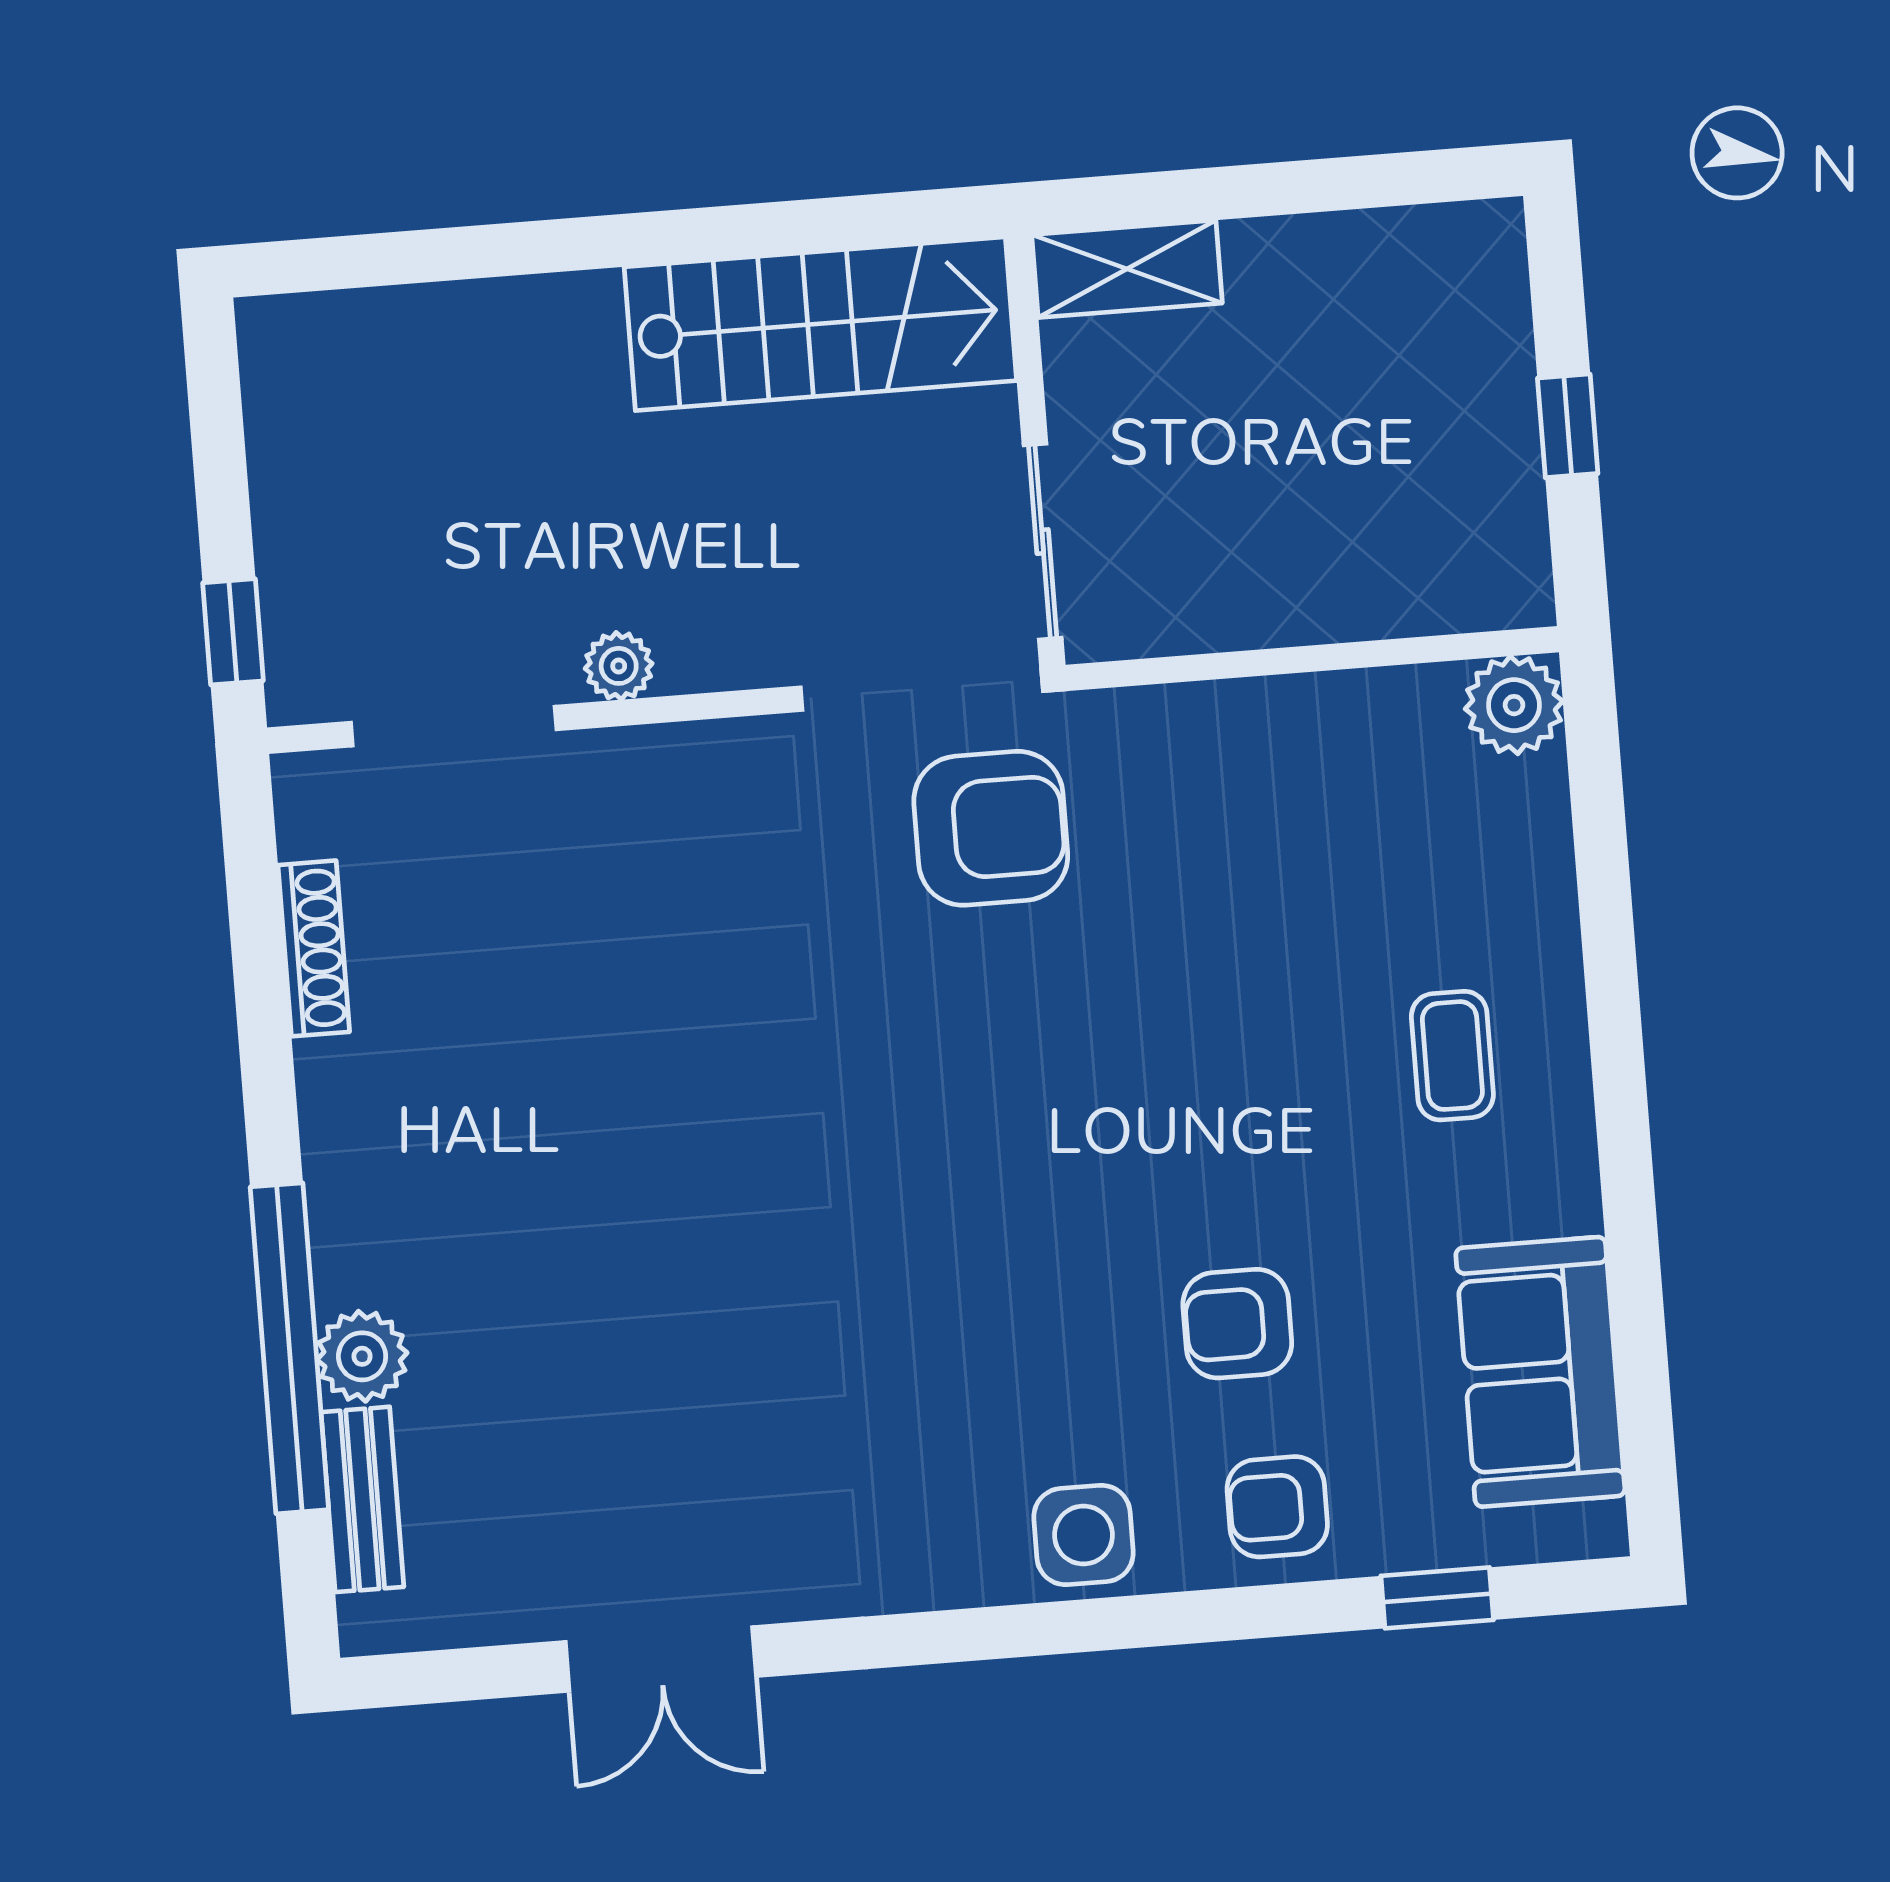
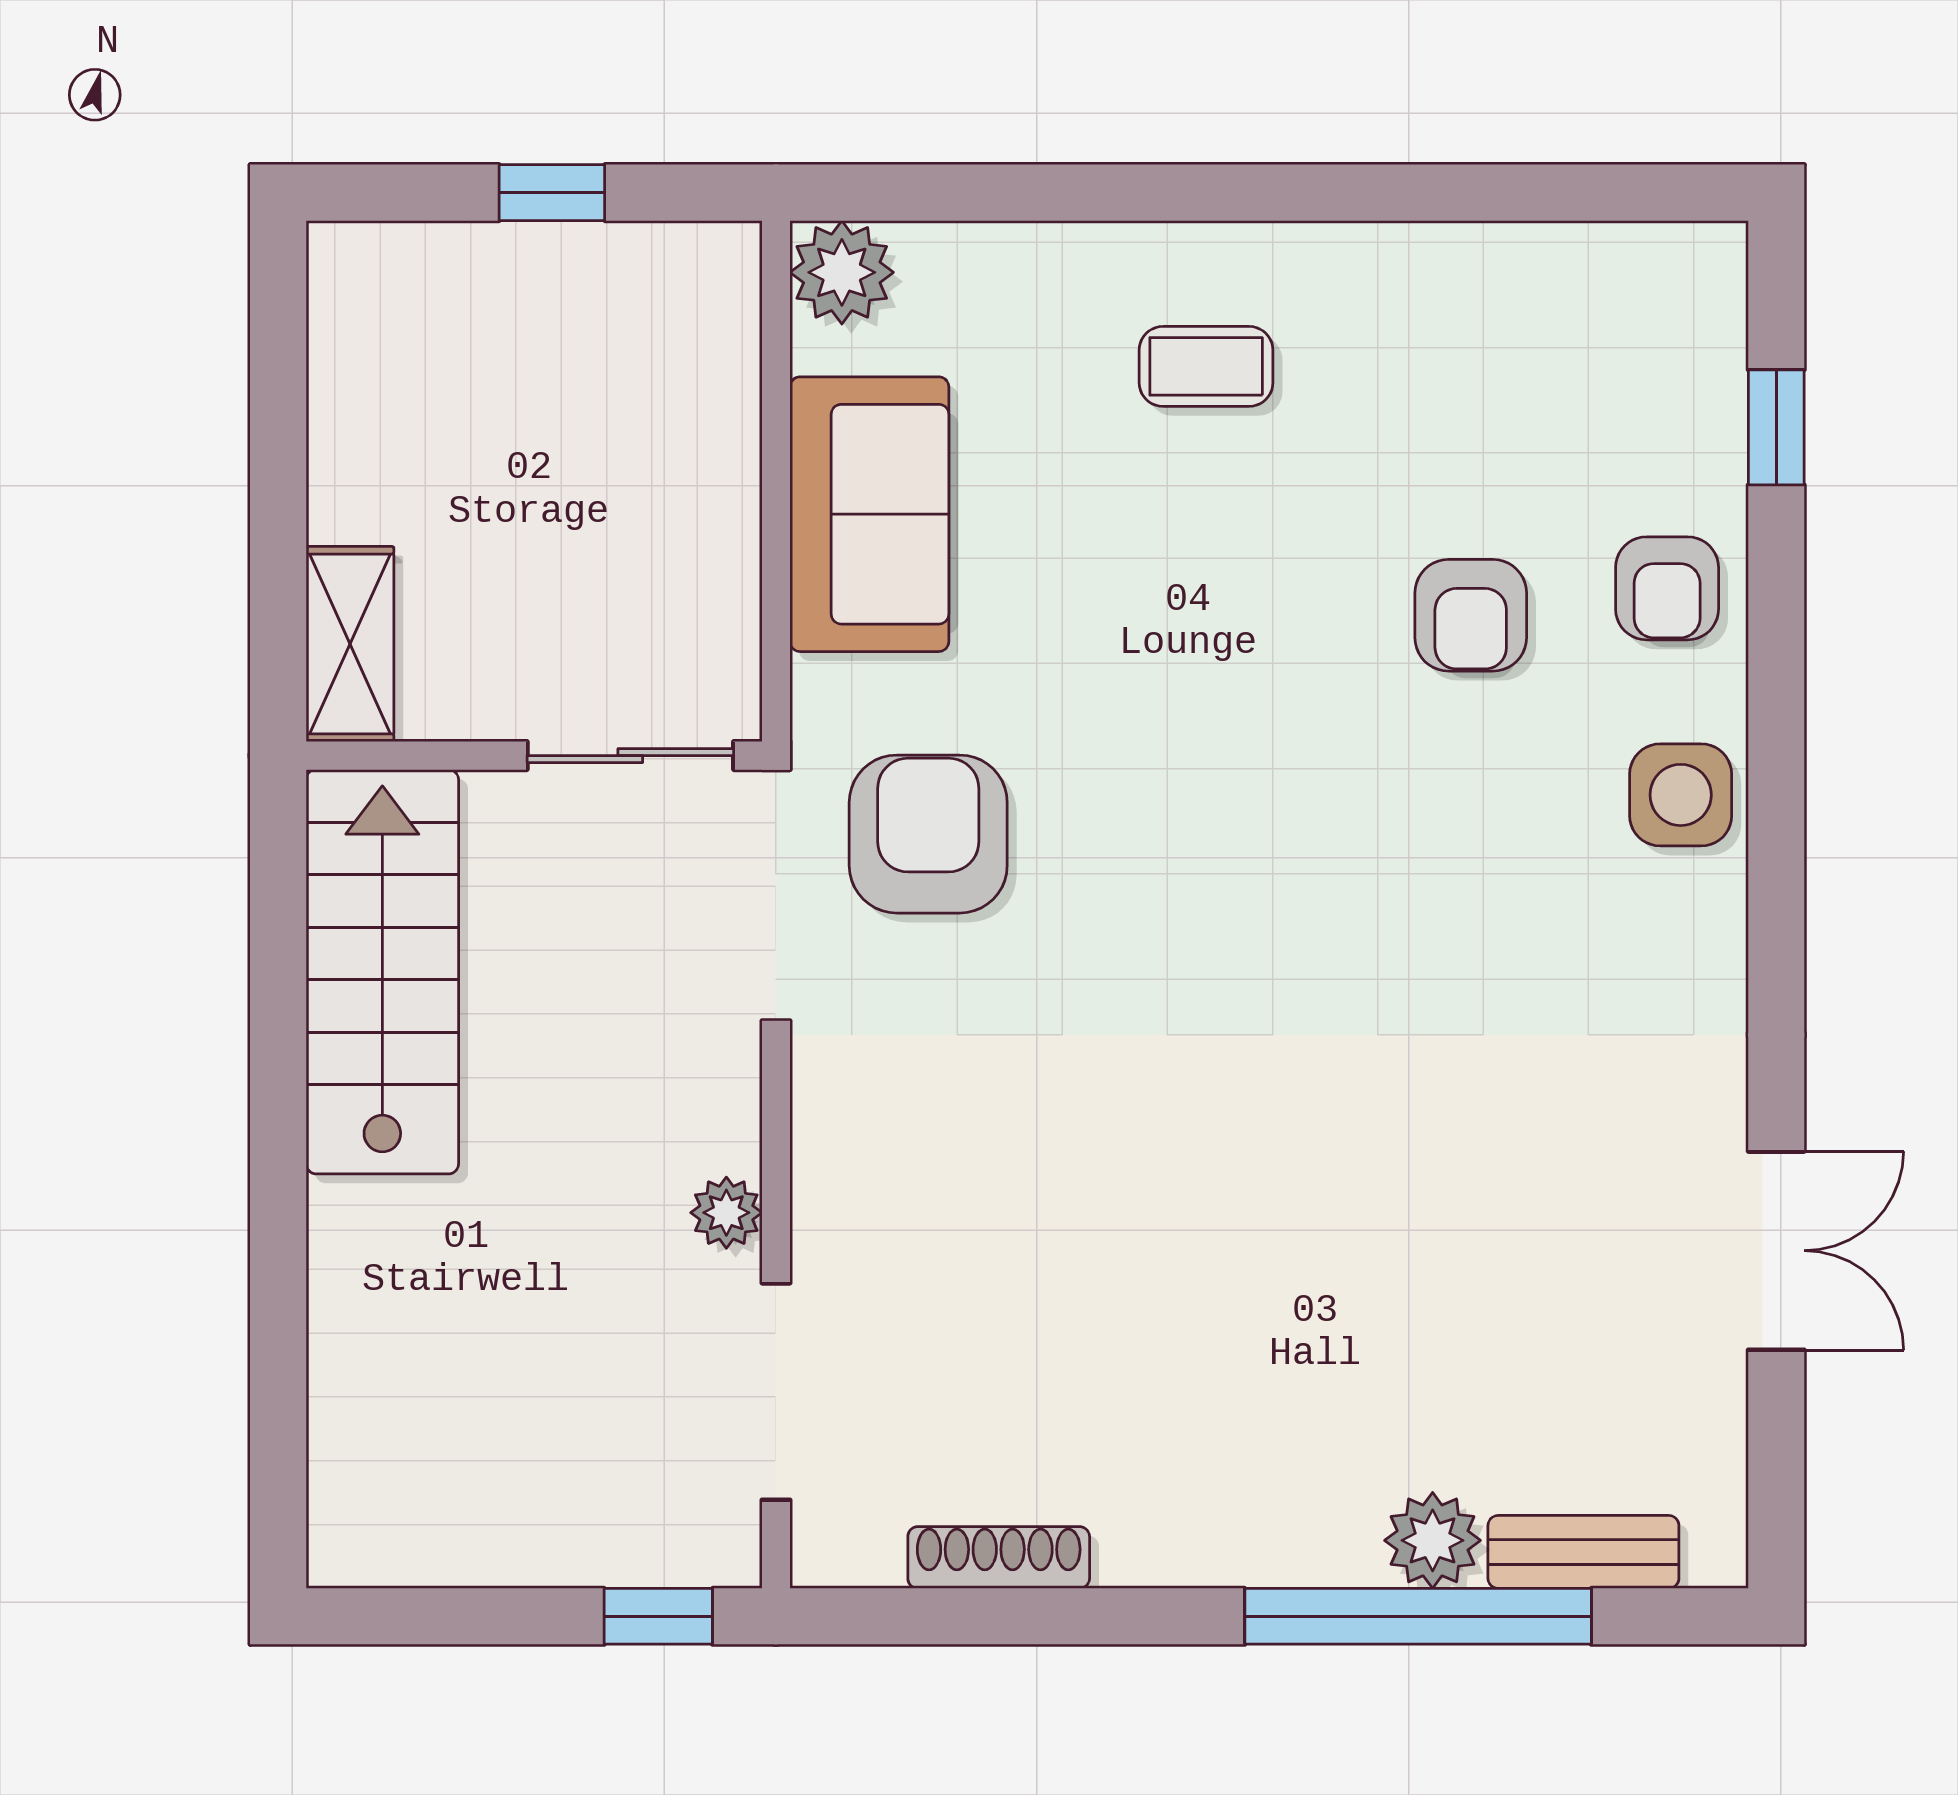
sofa: (1540, 1372) -> (869, 514), moved, turned -90

